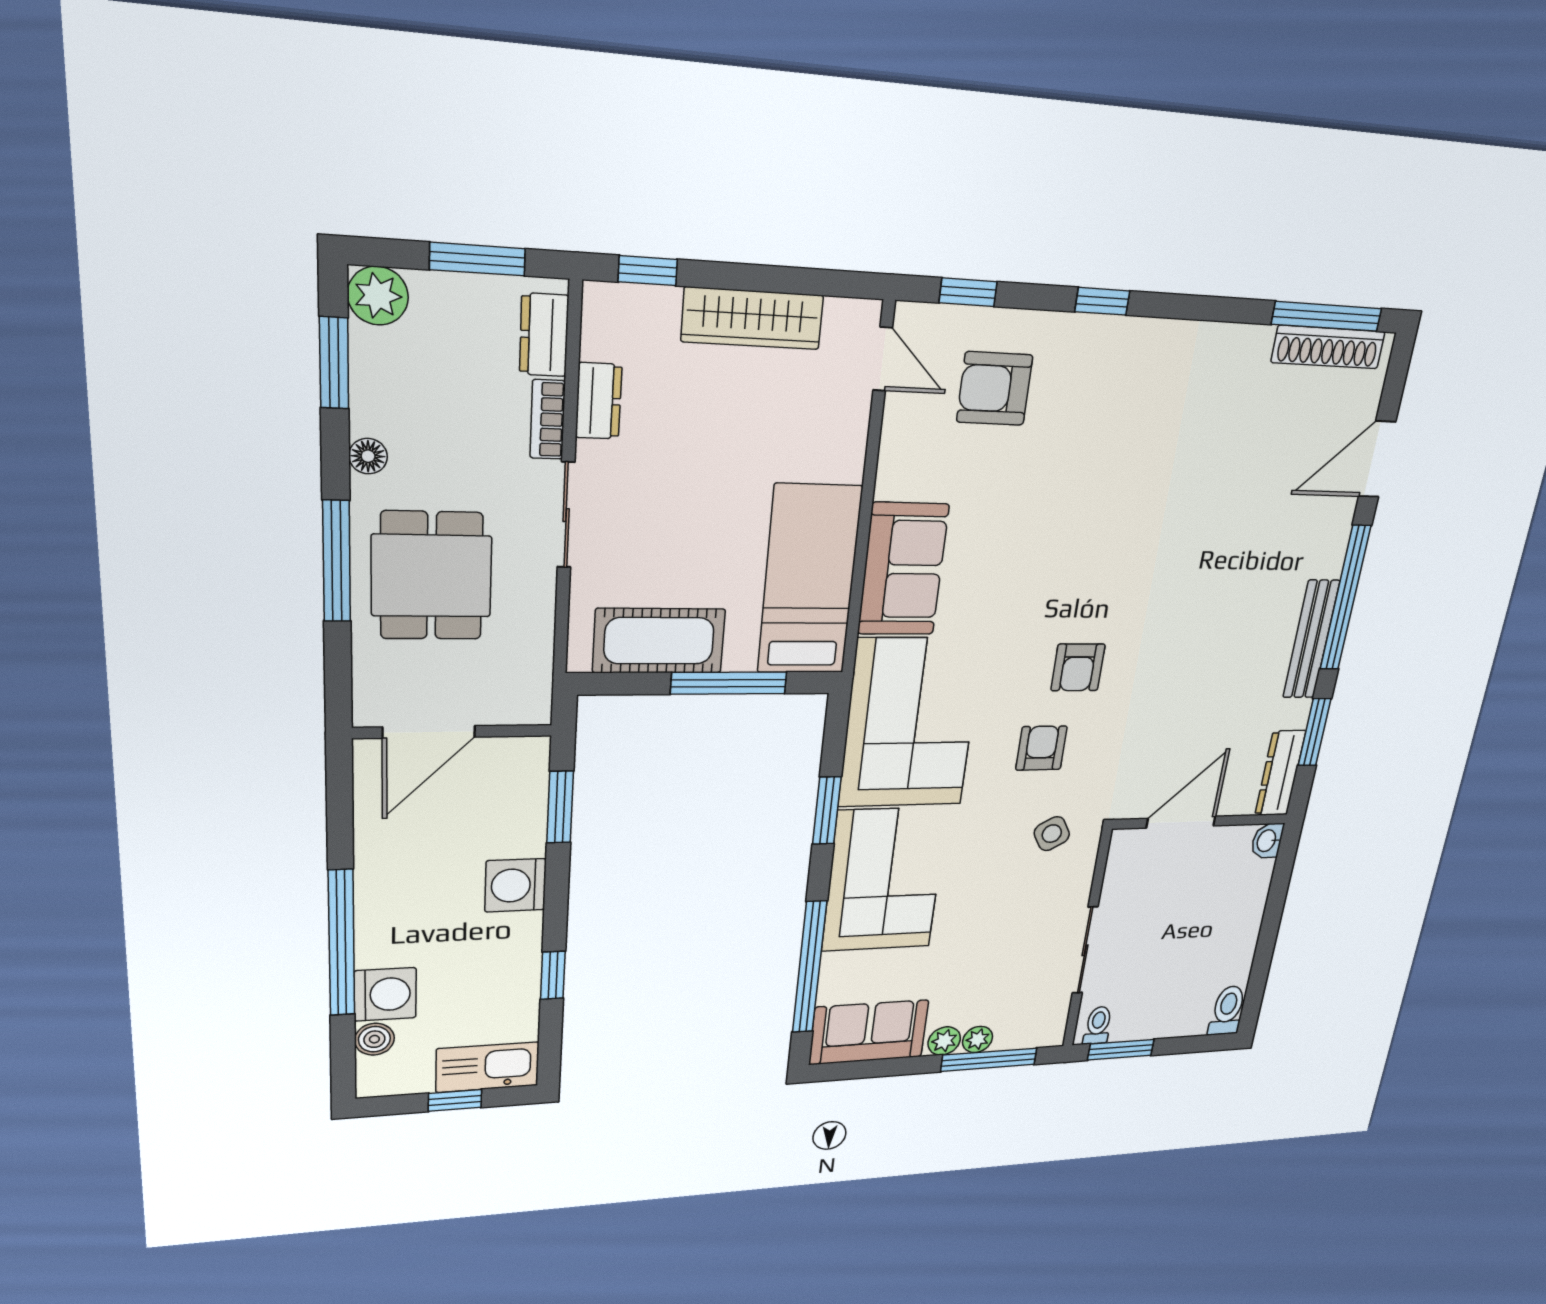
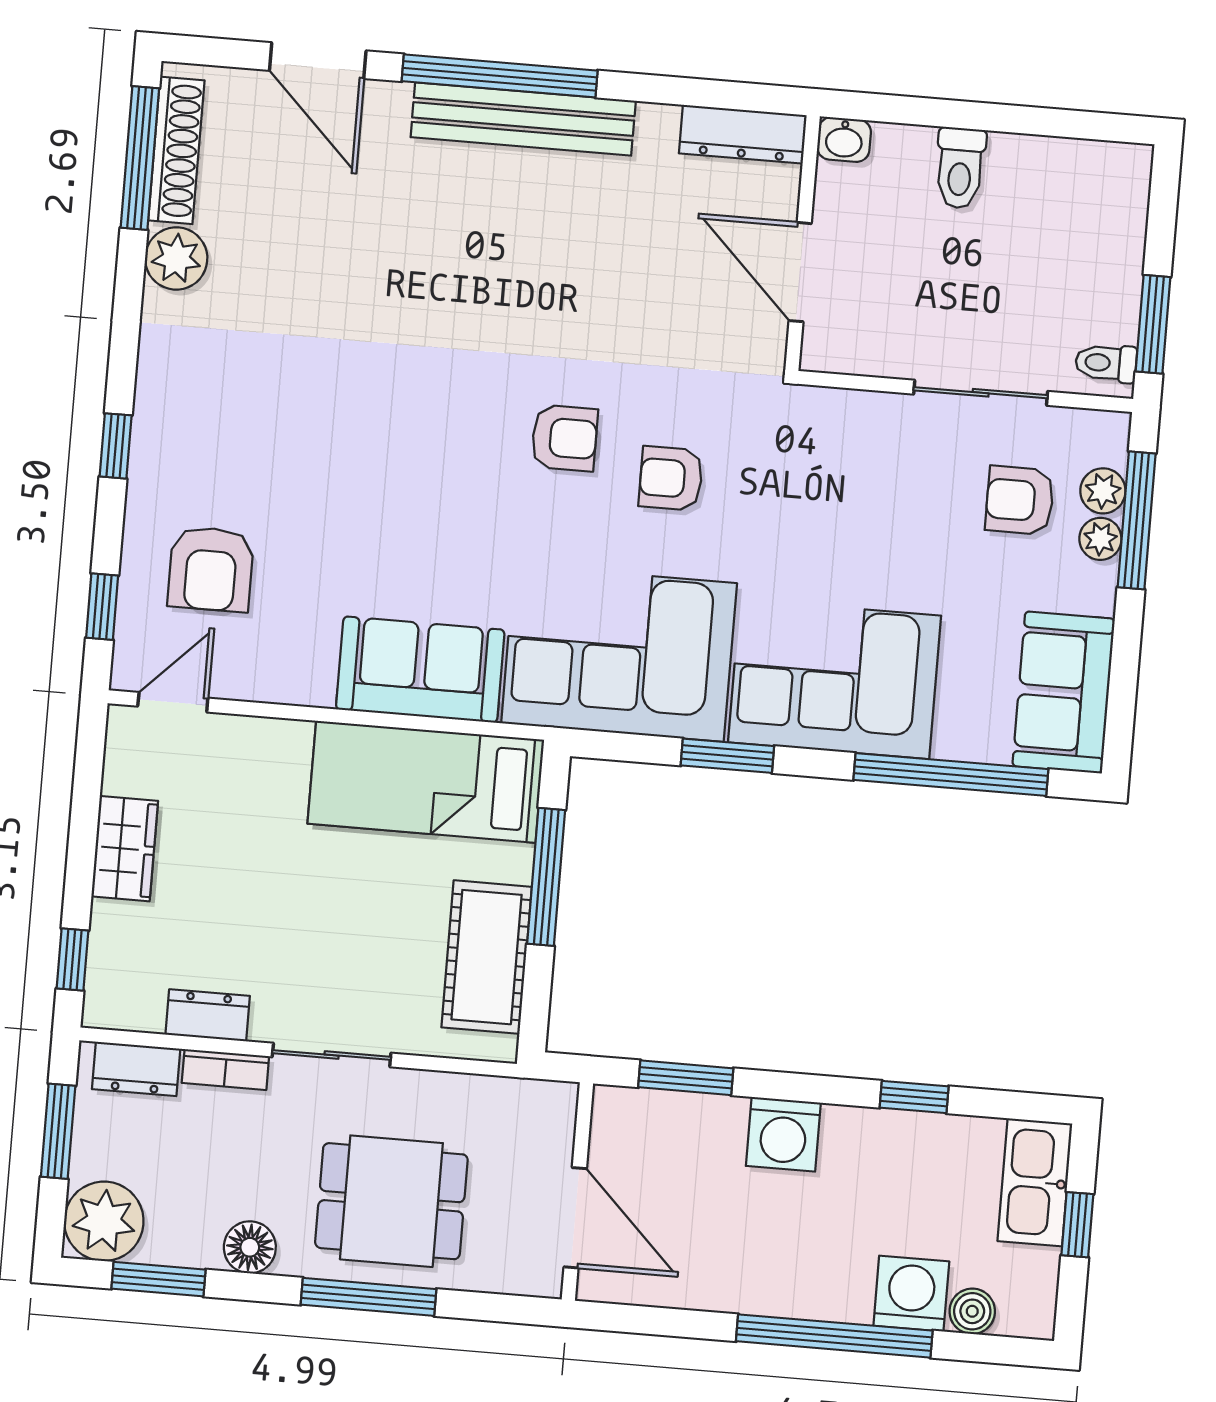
plant: (378, 296) -> (104, 1221), width x1.36, depth x1.36
wardrobe: (752, 318) -> (125, 849), width x0.67
plant: (1246, 350) -> (176, 258), added
floor lamp: (368, 456) -> (250, 1247), width x1.37, depth x1.37
bench: (1311, 639) -> (523, 119), width x1.37, depth x1.21
window: (1314, 732) -> (687, 92), removed
side table: (1052, 834) -> (795, 455), removed
armchair: (1008, 985) -> (1020, 500), added
toilet: (1227, 1010) -> (960, 168), moved, turned -90
plant: (944, 1041) -> (1103, 491), moved

